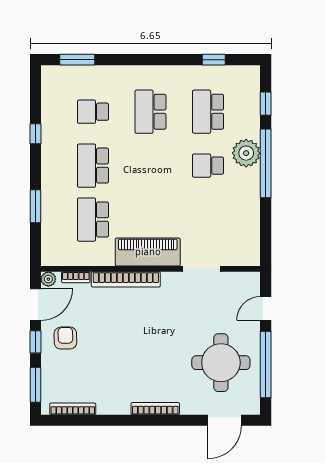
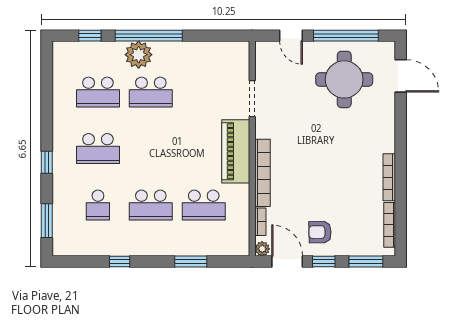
window: (214, 60) -> (47, 162), moved
school desk: (208, 166) -> (151, 92), width x1.85
bookcase: (155, 409) -> (389, 177), moved

